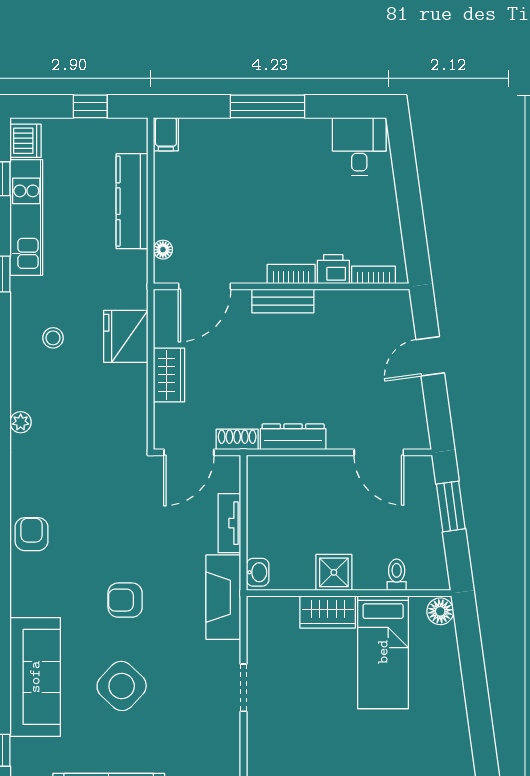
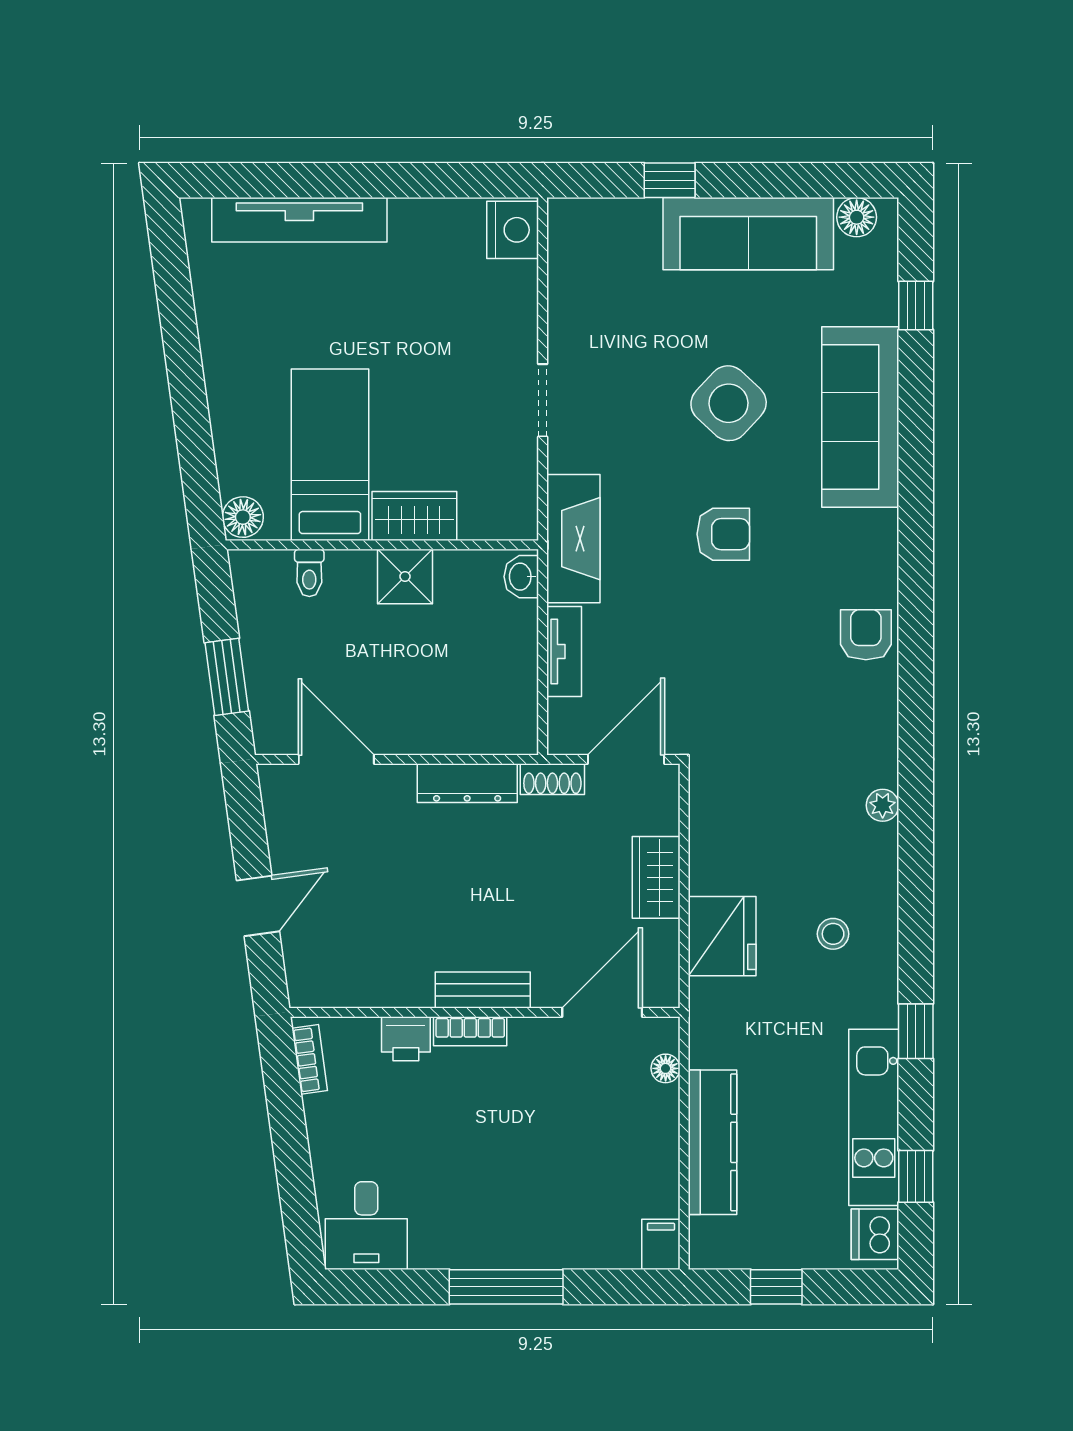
bookcase: (373, 275) -> (310, 1059), moved, turned -98
armchair: (32, 534) -> (866, 635), turned 180

